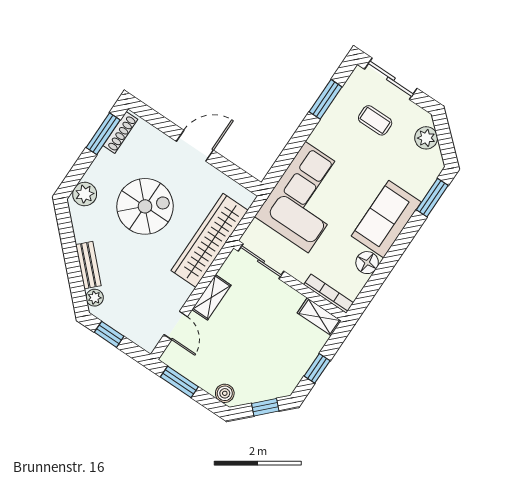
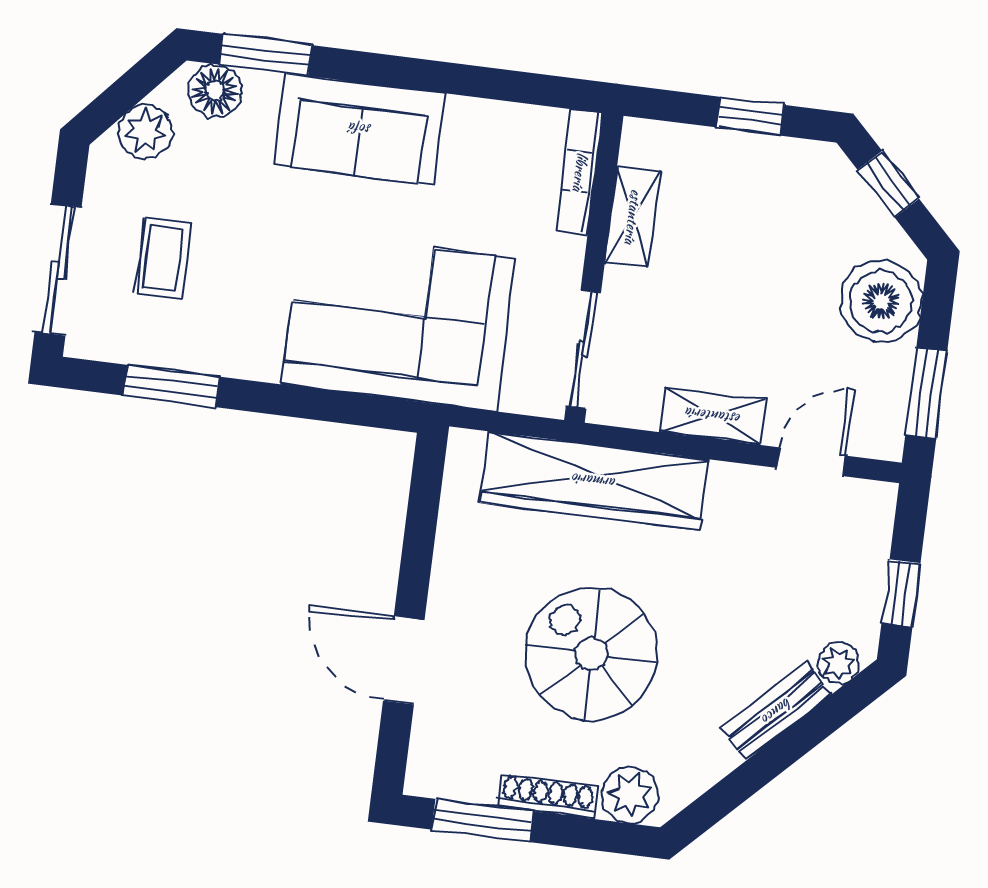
shoe rack: (120, 132) -> (548, 796), moved
door: (195, 146) -> (404, 660), moved
floor lamp: (367, 263) -> (215, 91), moved
shelving: (319, 317) -> (633, 217), moved
boiler: (225, 393) -> (881, 301), width x1.86, depth x1.86

